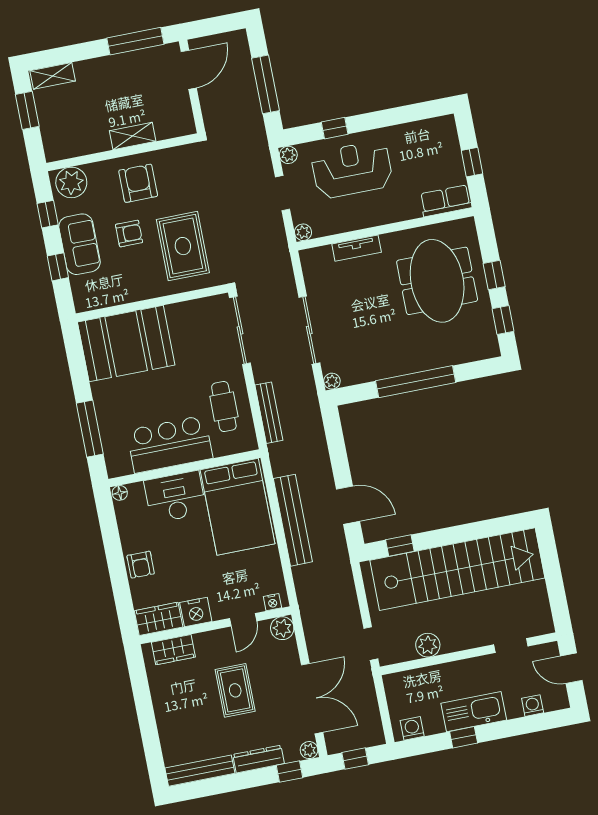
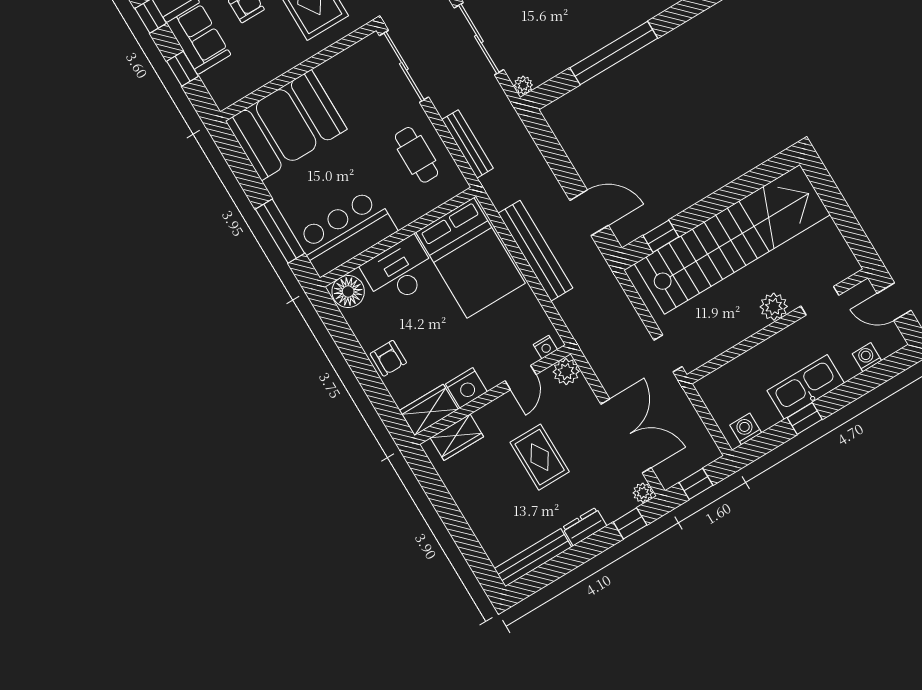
bar counter: (170, 444) -> (346, 233), moved
floor lamp: (120, 493) -> (348, 291), width x1.89, depth x1.89
plant: (428, 645) -> (774, 307), moved
dresser: (259, 759) -> (585, 527), width x0.70

